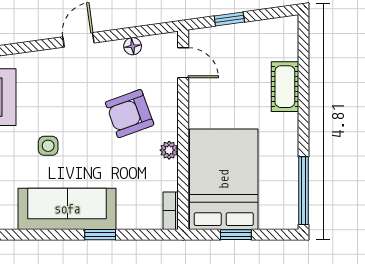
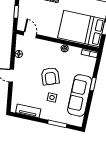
door: (183, 63) -> (30, 35), hinge flipped
armchair: (130, 114) -> (50, 76), moved

